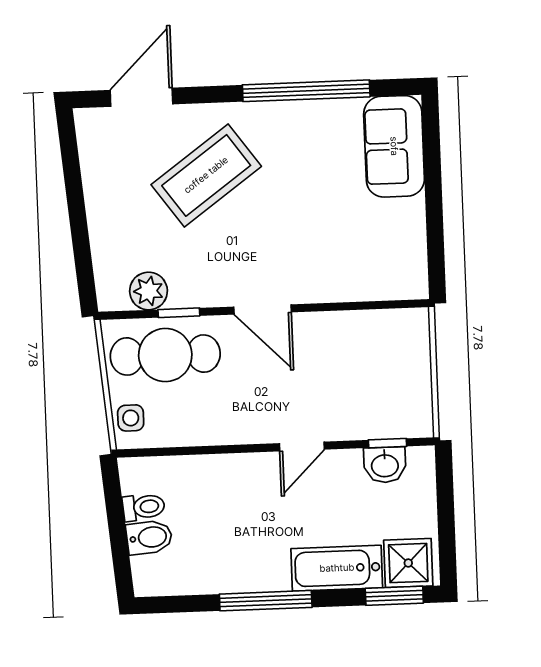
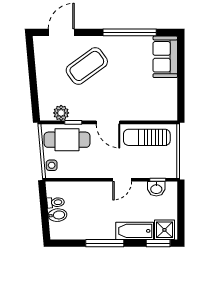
sun lounger: (357, 342) -> (147, 137), added

